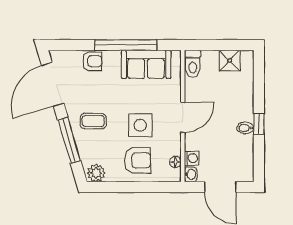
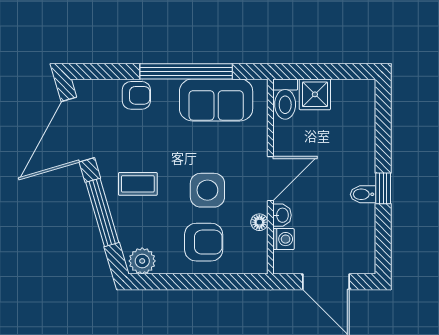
shower: (230, 61) -> (315, 94), moved
floor lamp: (175, 162) -> (259, 222), moved
washbasin: (191, 174) -> (282, 215), moved

